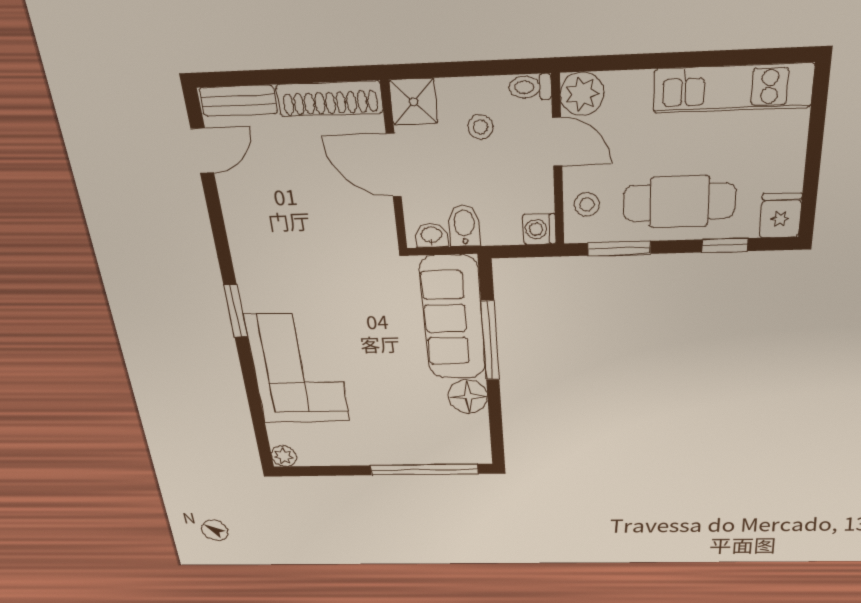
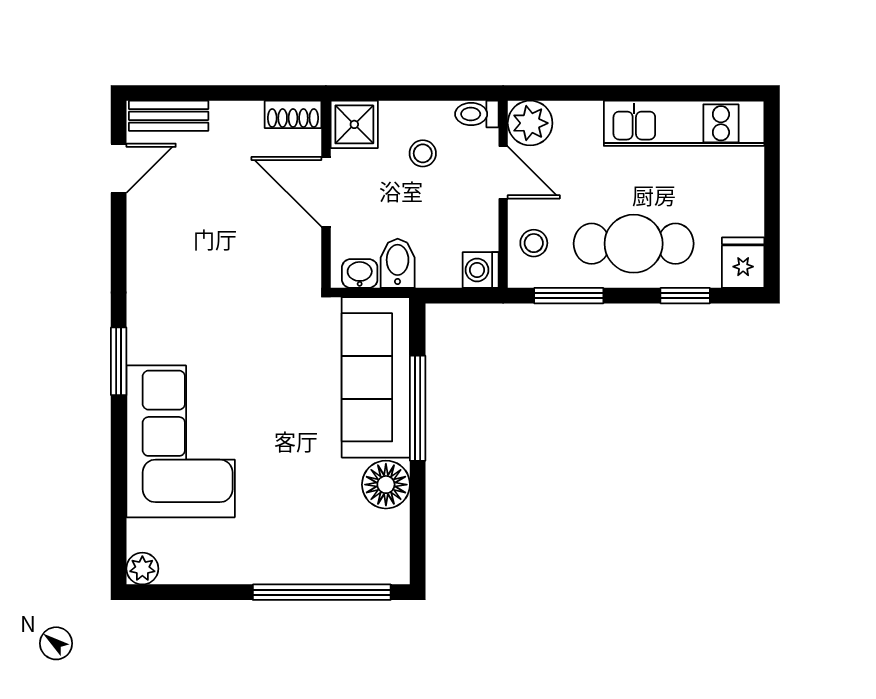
shoe rack: (330, 99) -> (293, 114), width x0.51, depth x0.81

